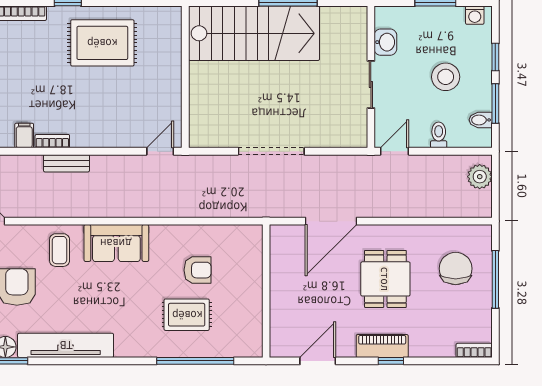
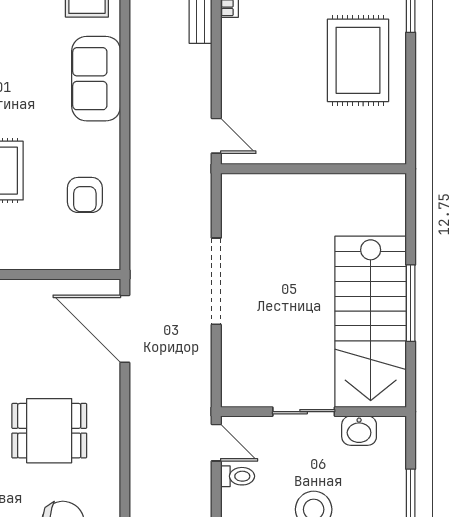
stairs: (254, 33) -> (371, 322), moved
toilet: (439, 135) -> (238, 476), moved
door: (331, 221) -> (125, 329), moved
armchair: (198, 270) -> (85, 195), moved

